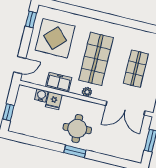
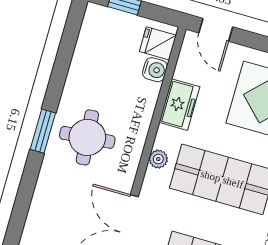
fridge: (54, 101) -> (158, 43), moved

